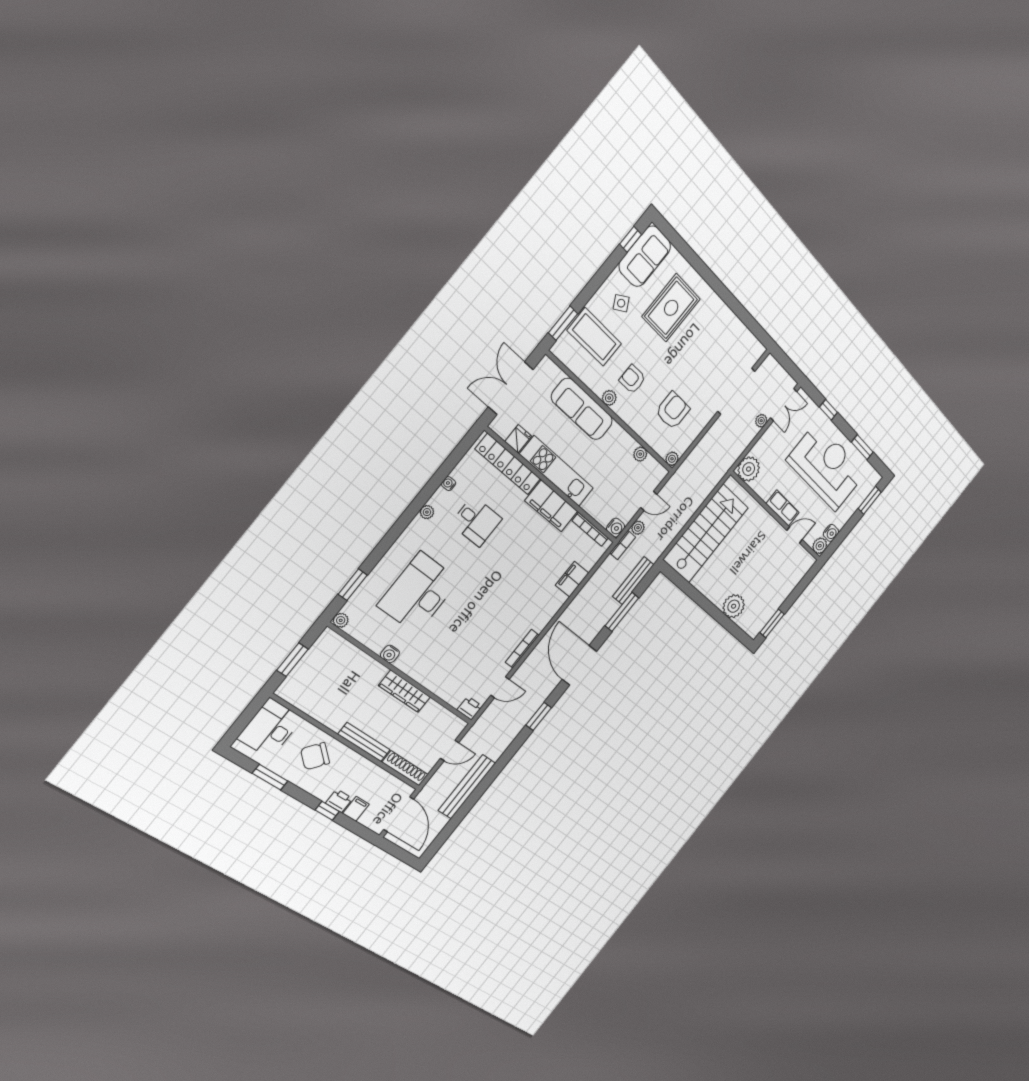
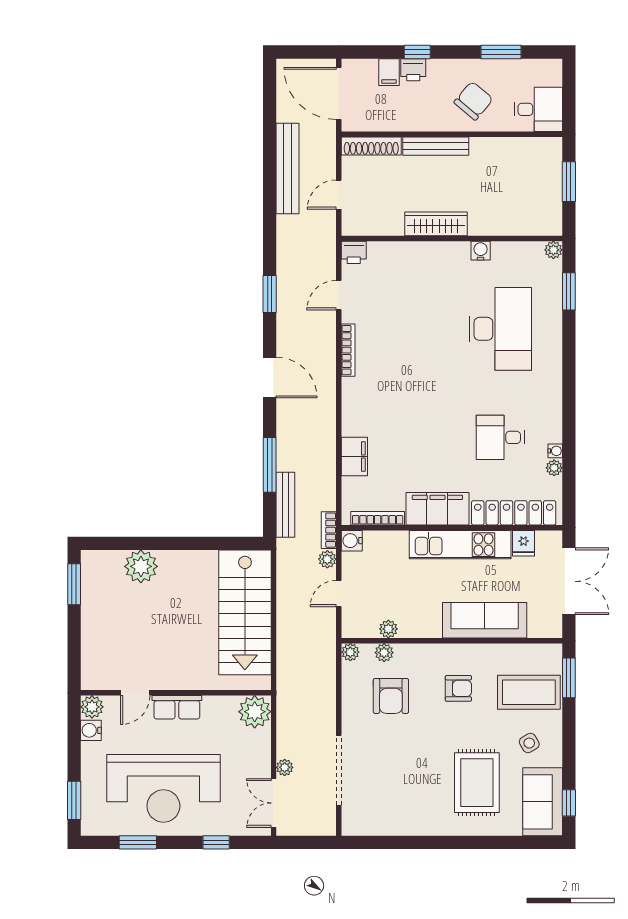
plant: (609, 398) -> (384, 653), moved
plant: (427, 512) -> (554, 468), moved
door: (579, 665) -> (270, 377), width x0.73
desk: (270, 728) -> (538, 109), width x0.73

